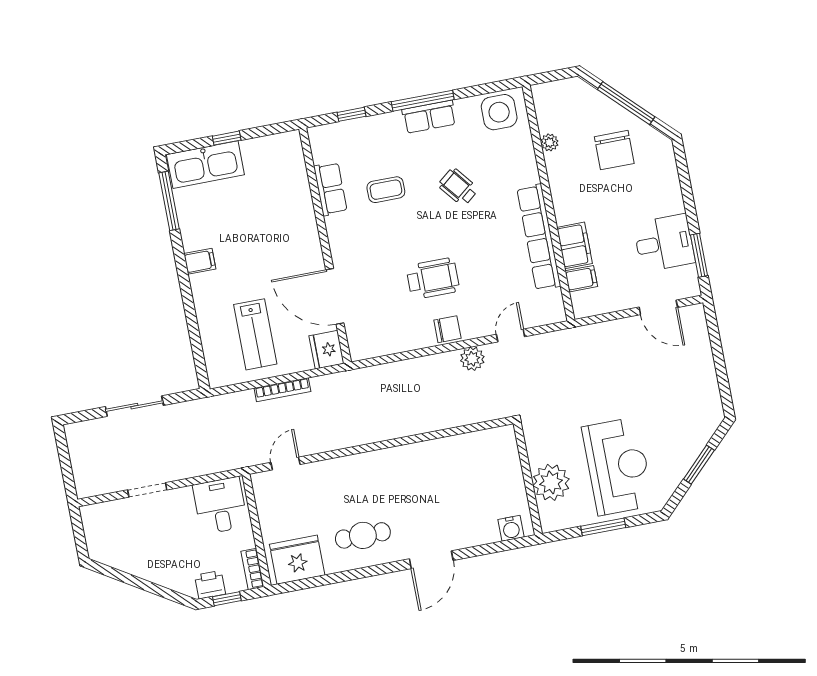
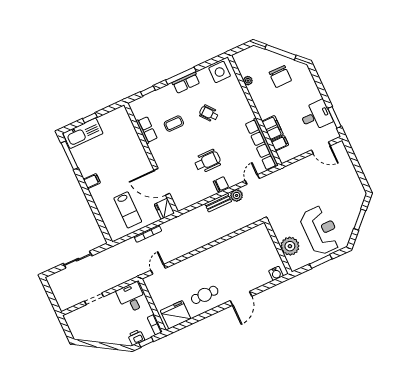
row of seats: (539, 237) -> (262, 144), moved
bench: (433, 364) -> (218, 203), added

